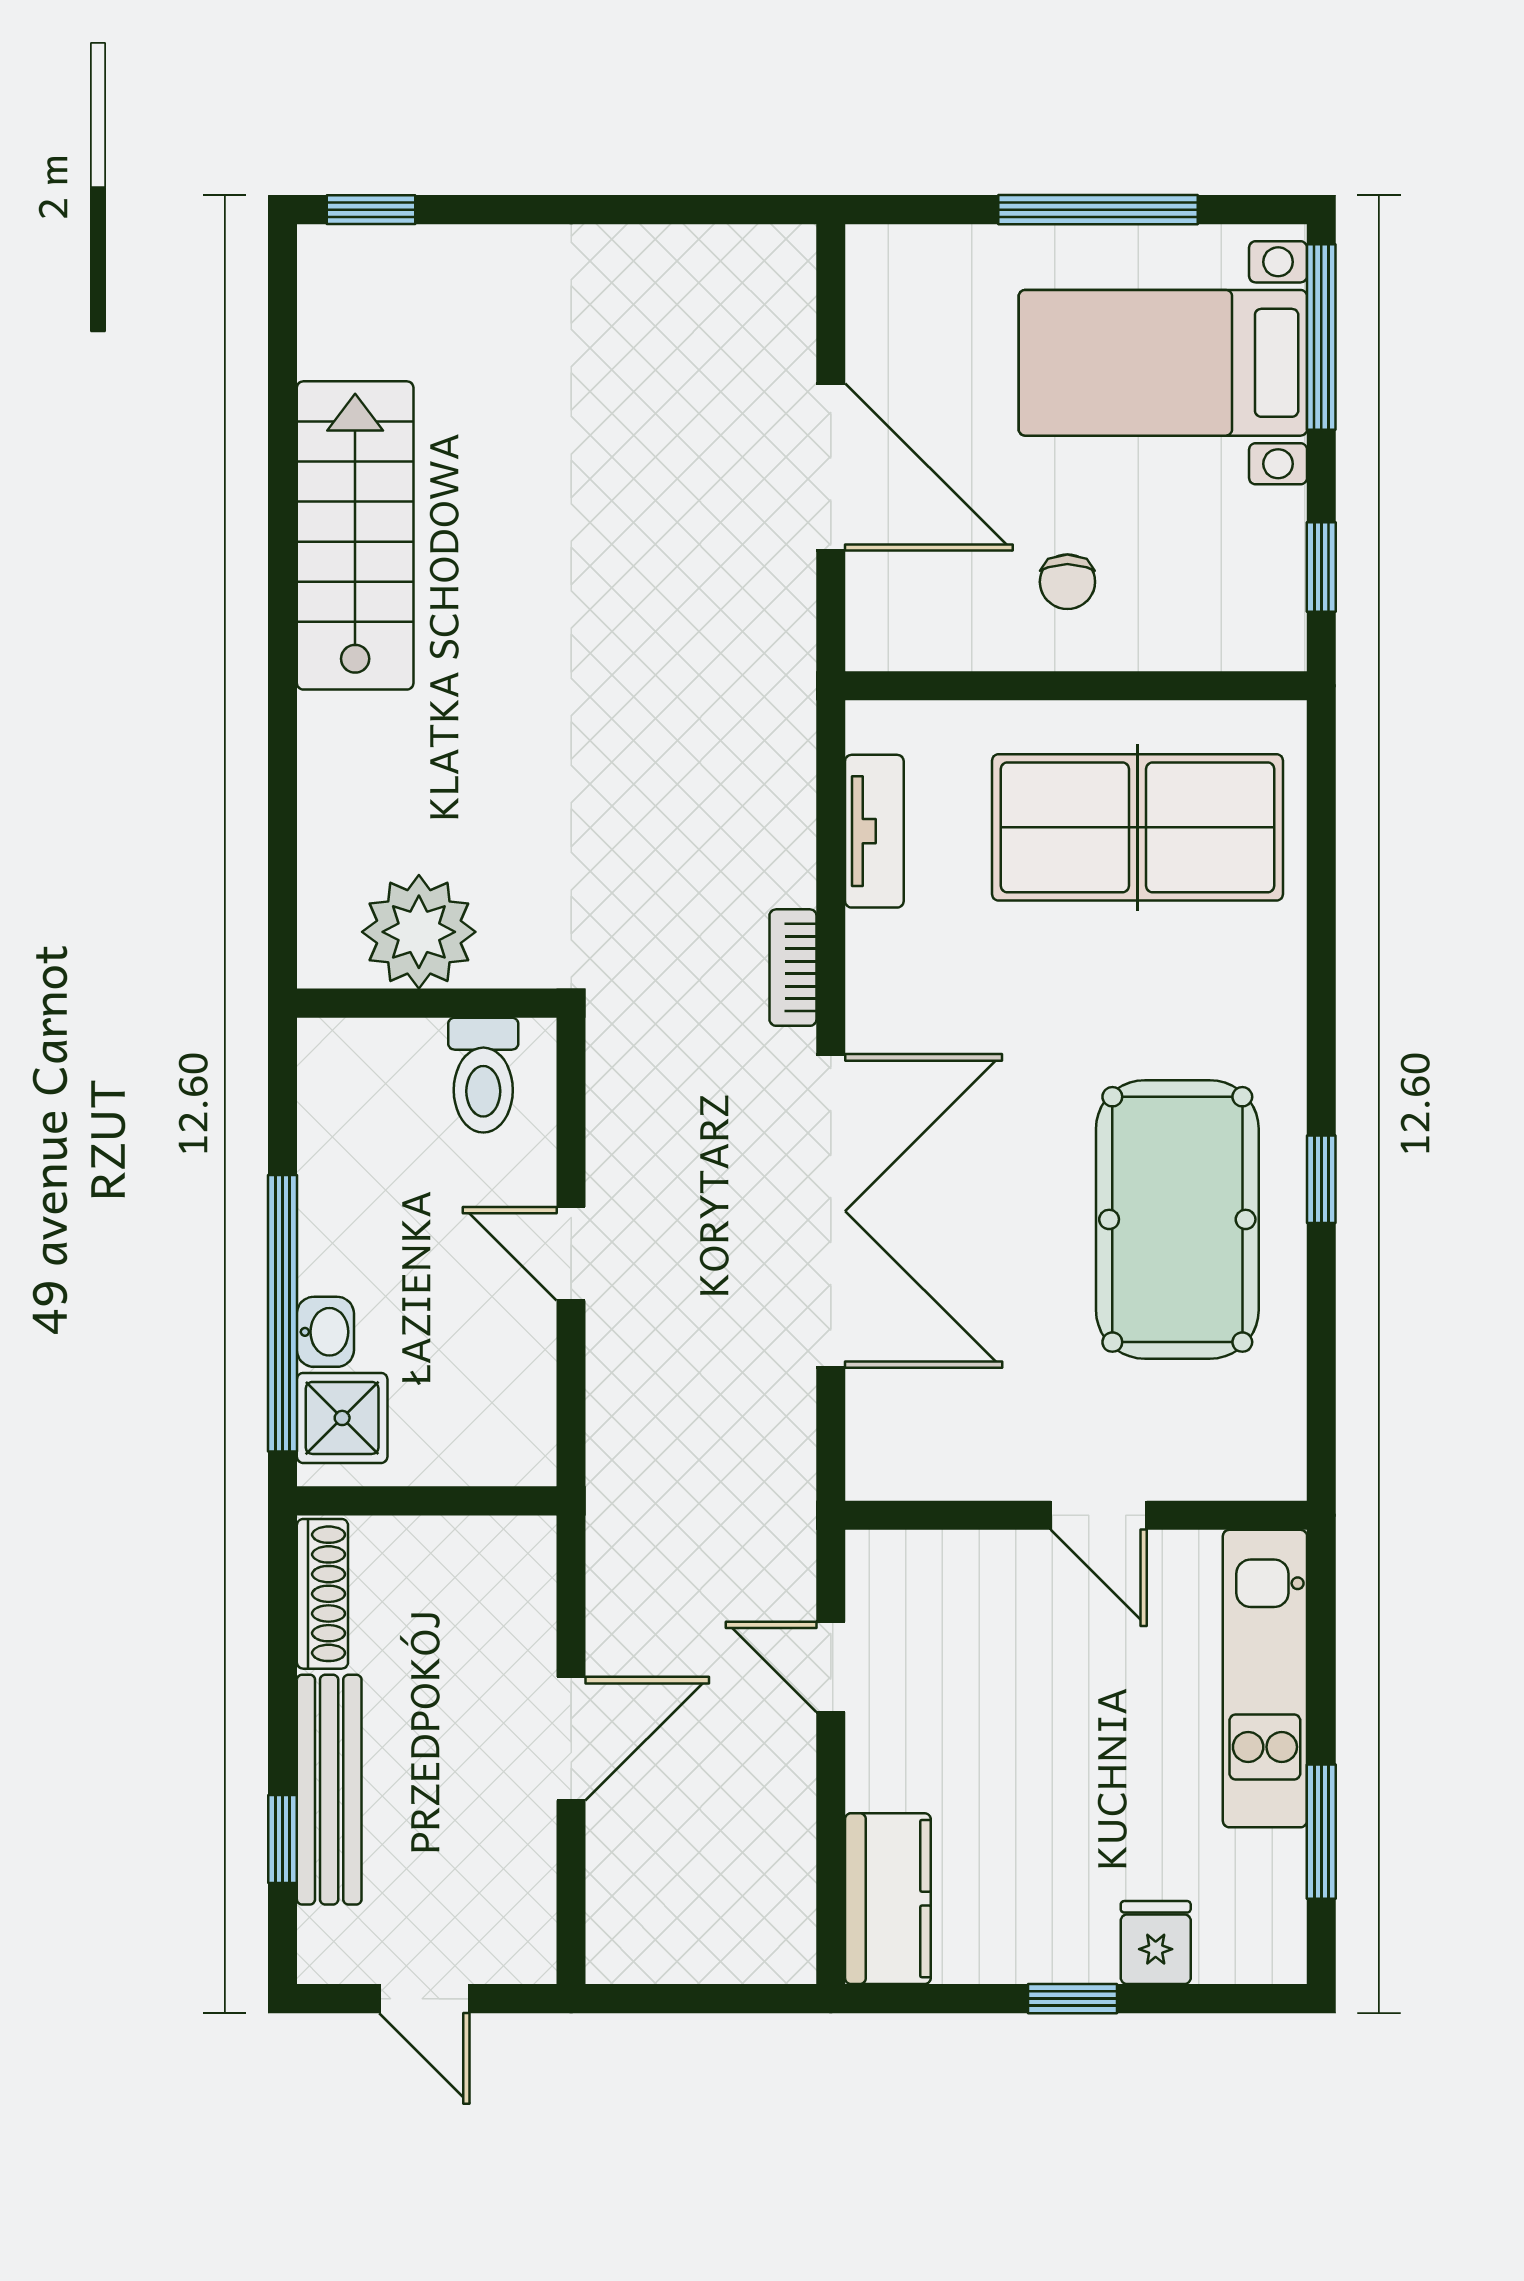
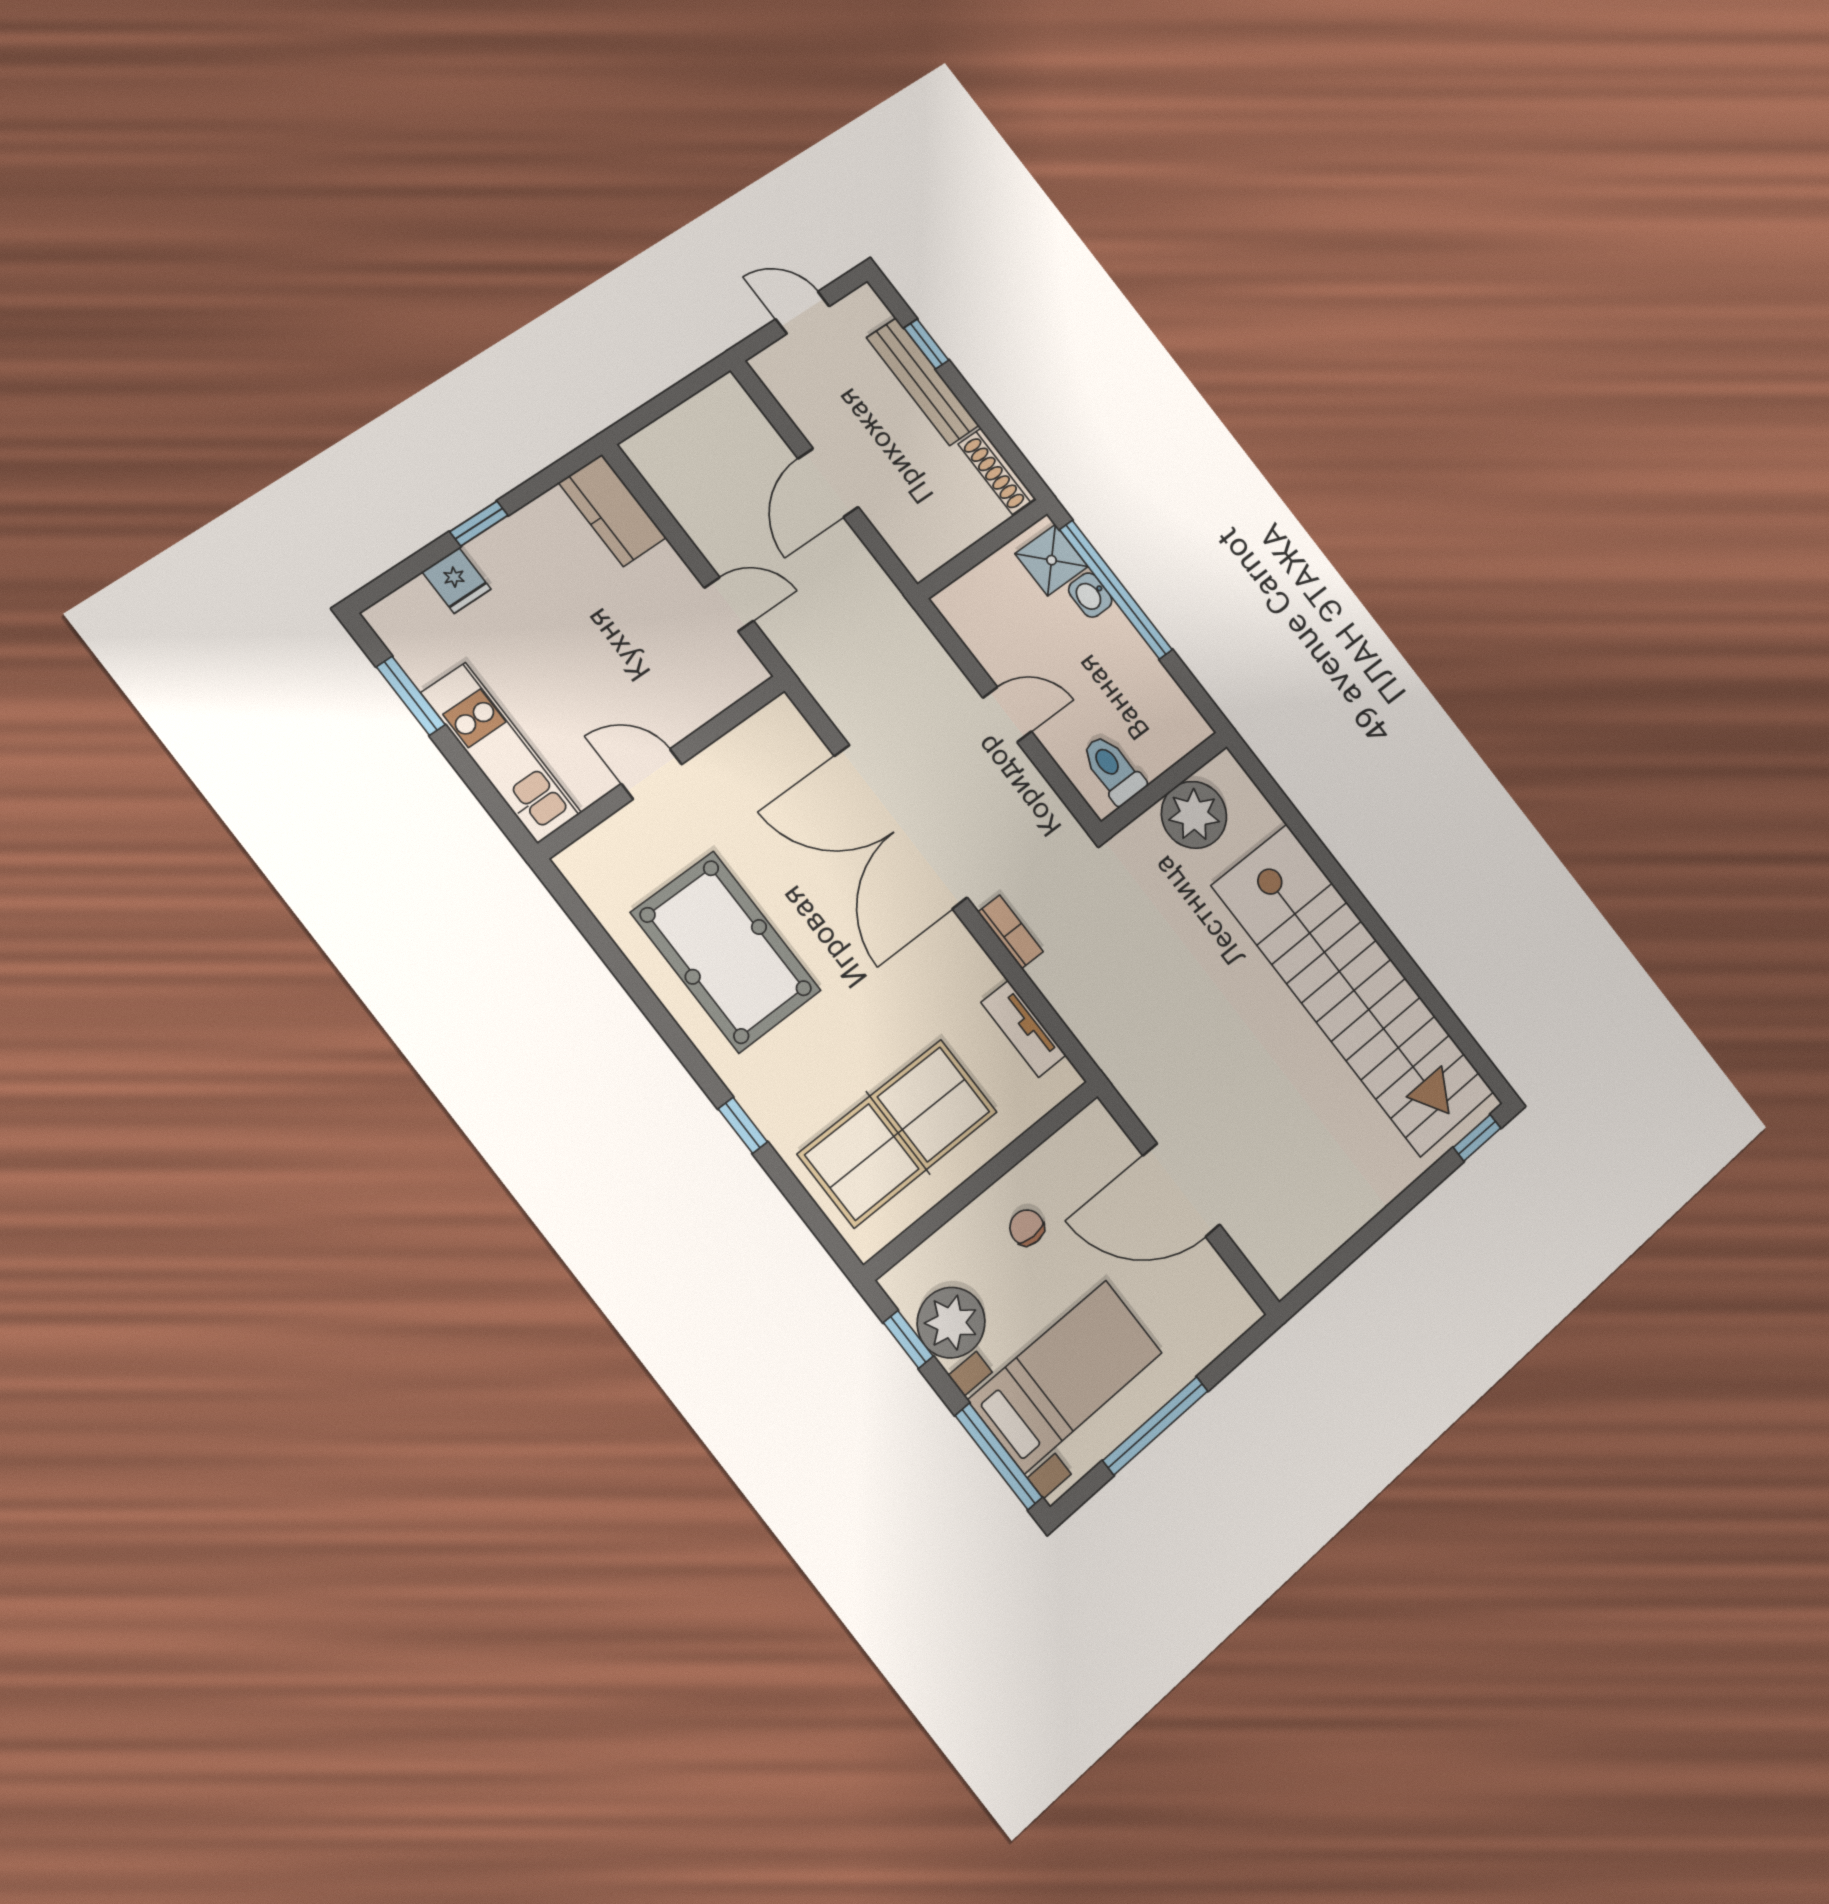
stairs: (355, 535) -> (1353, 989), width x1.86, depth x1.51
plant: (1253, 544) -> (951, 1323), added
window: (1321, 1179) -> (743, 1125), moved

